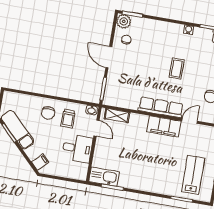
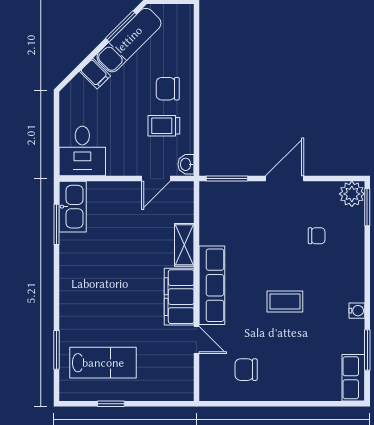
chair: (126, 40) -> (317, 236), moved
shelving: (117, 115) -> (184, 245), moved
desk: (77, 148) -> (82, 151), moved
filing cabinet: (40, 162) -> (95, 74), moved

